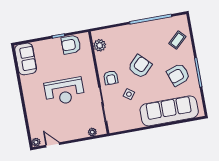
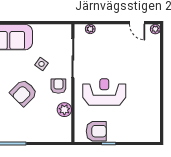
plant: (100, 45) -> (64, 110), moved
sofa: (26, 59) -> (150, 124), removed
reception desk: (64, 91) -> (104, 92), moved

